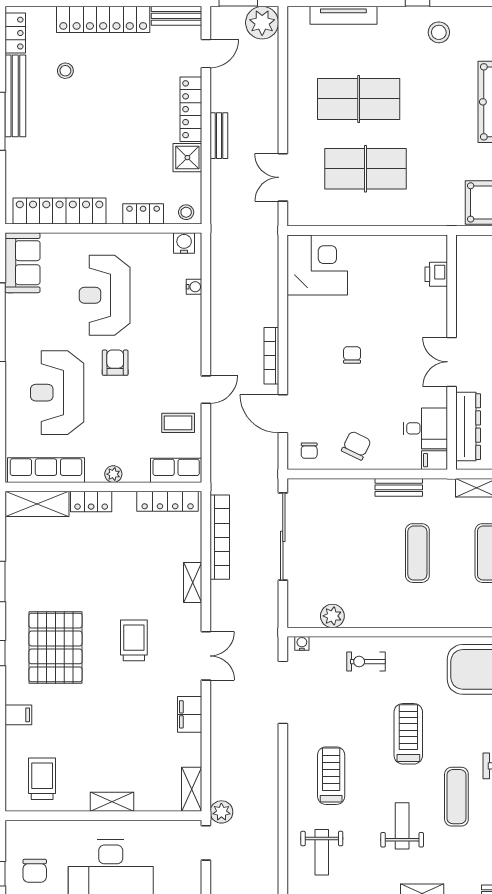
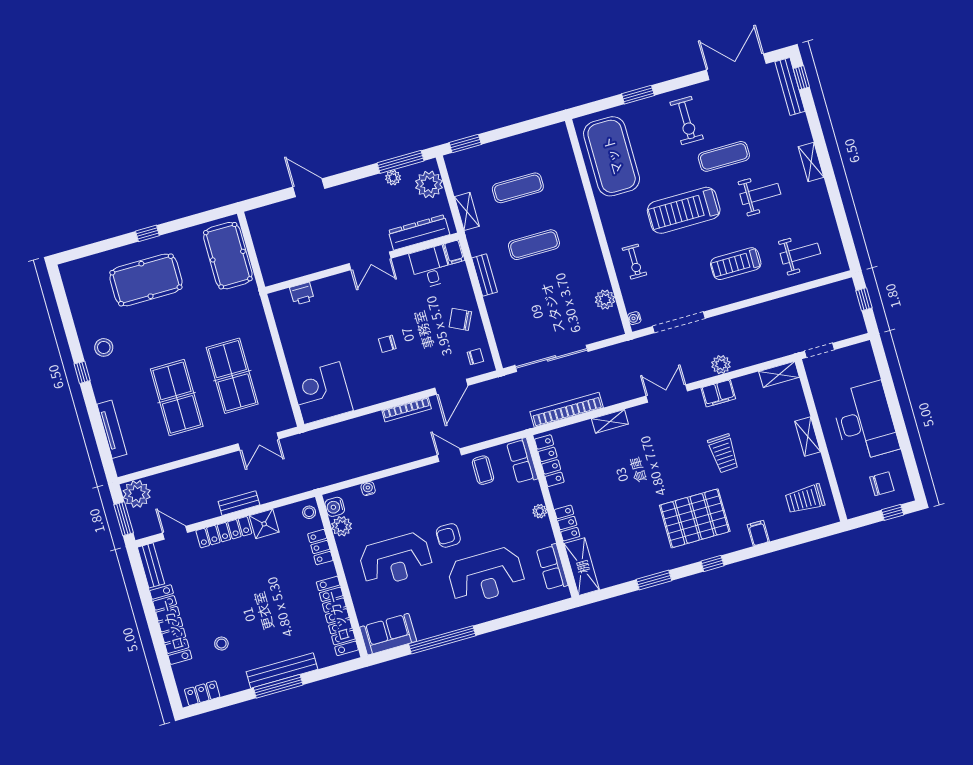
bench: (15, 96) -> (282, 671), moved
plant: (160, 245) -> (342, 526), added
row of seats: (46, 470) -> (552, 567), width x0.68
trolley: (134, 640) -> (724, 453), moved, turned -93
treadmill: (408, 734) -> (684, 210), width x1.37, depth x1.38
plant: (221, 812) -> (721, 365), moved
weight bench: (402, 826) -> (760, 194), turned 180

